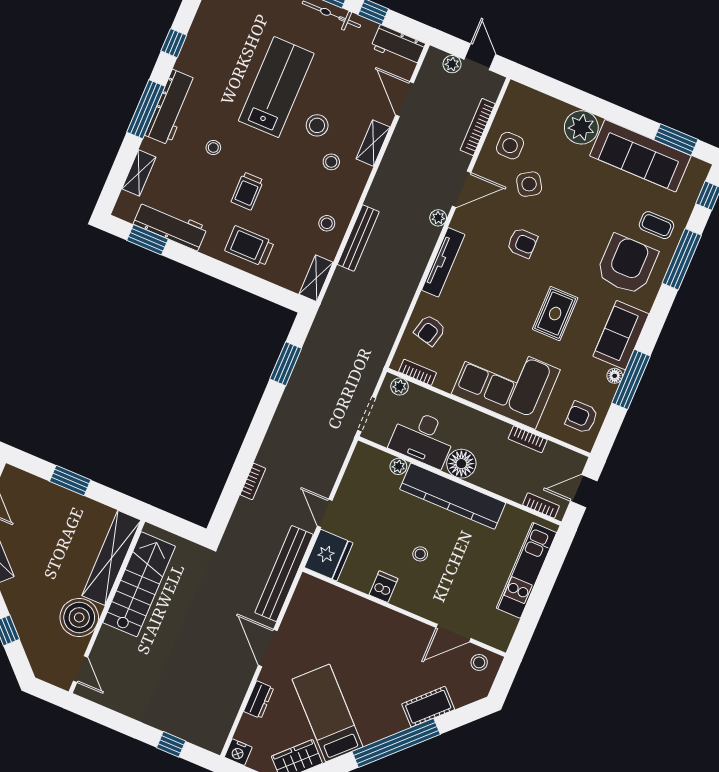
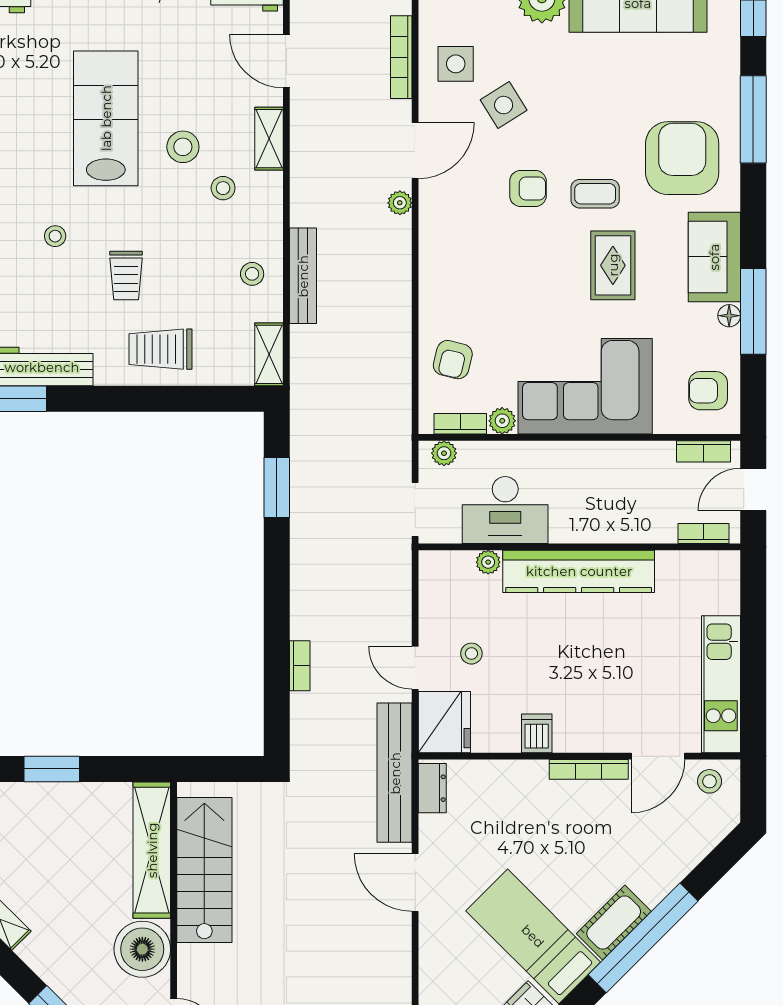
coffee table: (656, 225) -> (595, 194), moved
tv unit: (443, 262) -> (432, 260), removed
plant: (445, 382) -> (502, 421), added
bookcase: (528, 439) -> (704, 451), moved
floor lamp: (461, 464) -> (572, 522), removed
stool: (420, 554) -> (471, 654), moved
kitchen unit: (526, 570) -> (721, 684), moved
bookcase: (407, 623) -> (589, 769), added
dresser: (259, 700) -> (432, 788), moved
cot: (428, 707) -> (614, 923), moved

